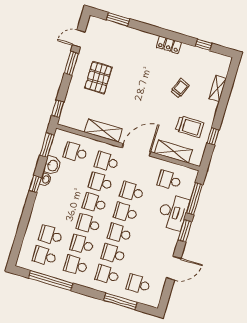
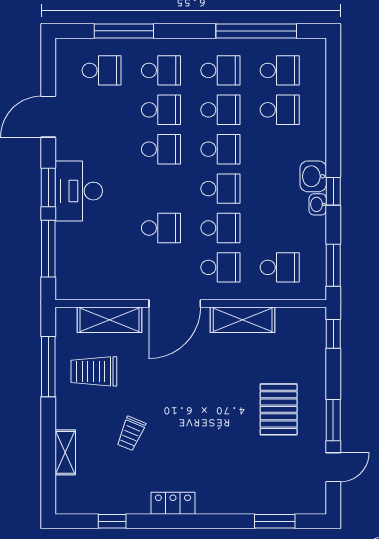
window: (213, 136) -> (48, 367), width x2.17
washbasin: (52, 165) -> (313, 176), moved
school desk: (169, 180) -> (102, 267), removed
school desk: (126, 212) -> (161, 189), removed
desk: (173, 212) -> (79, 191), moved

